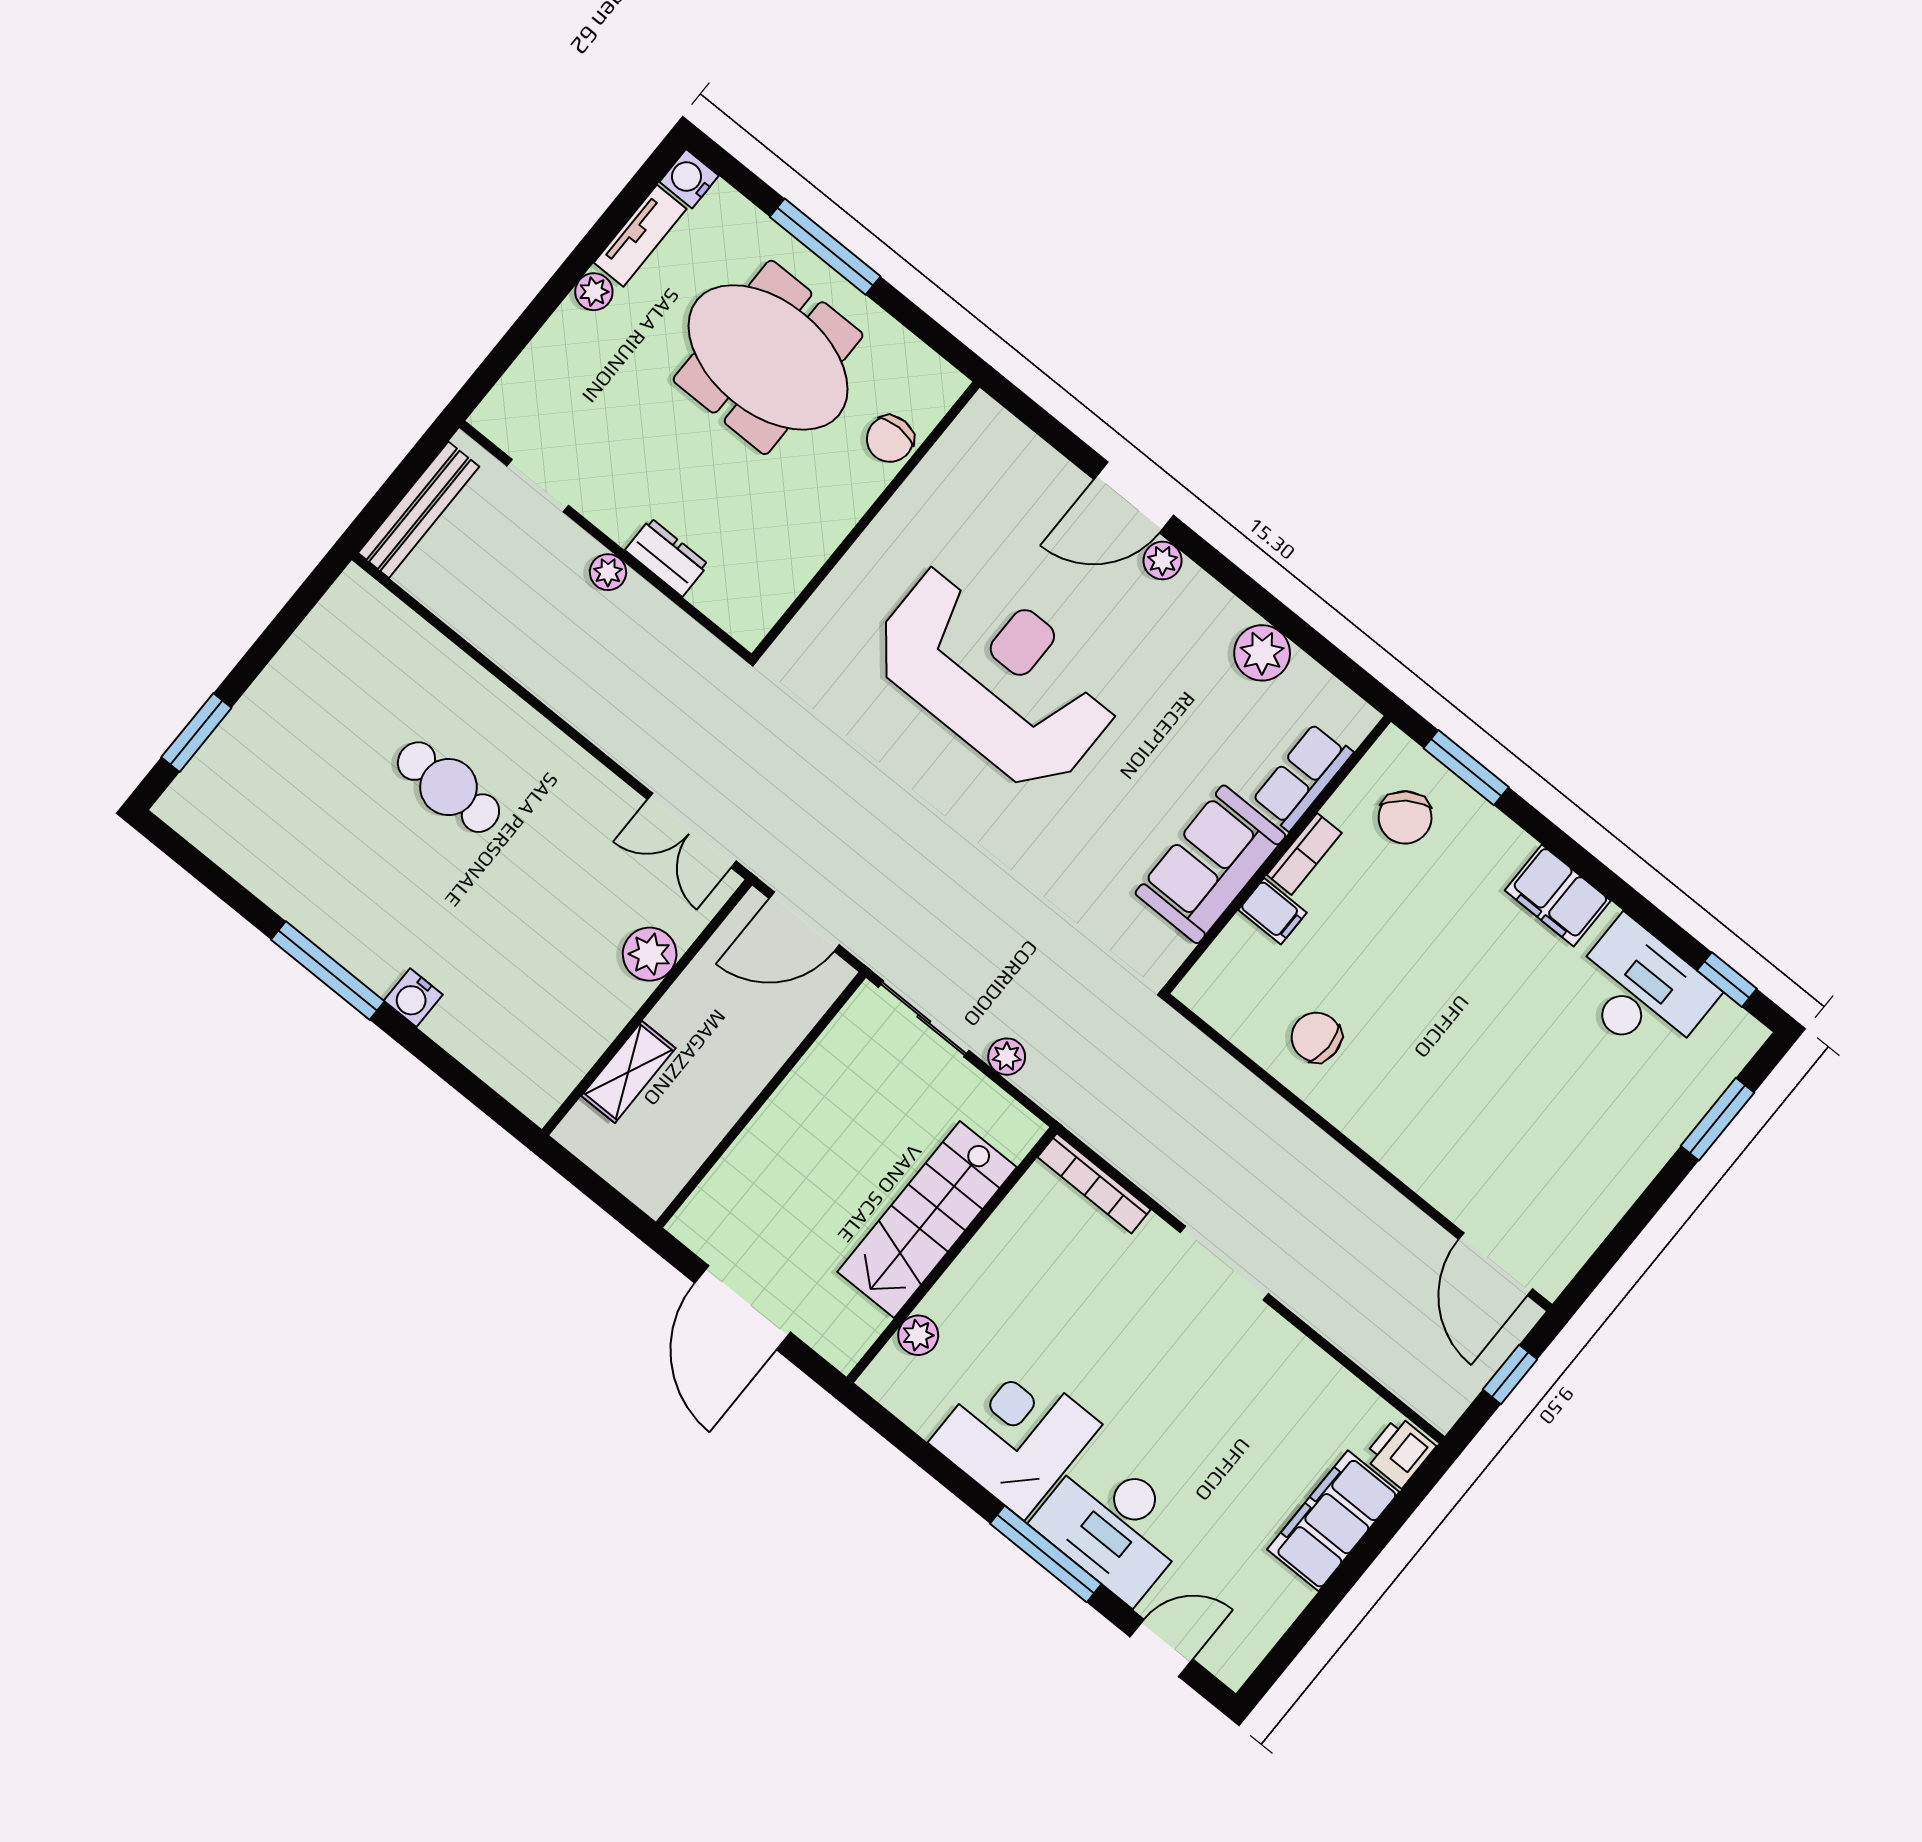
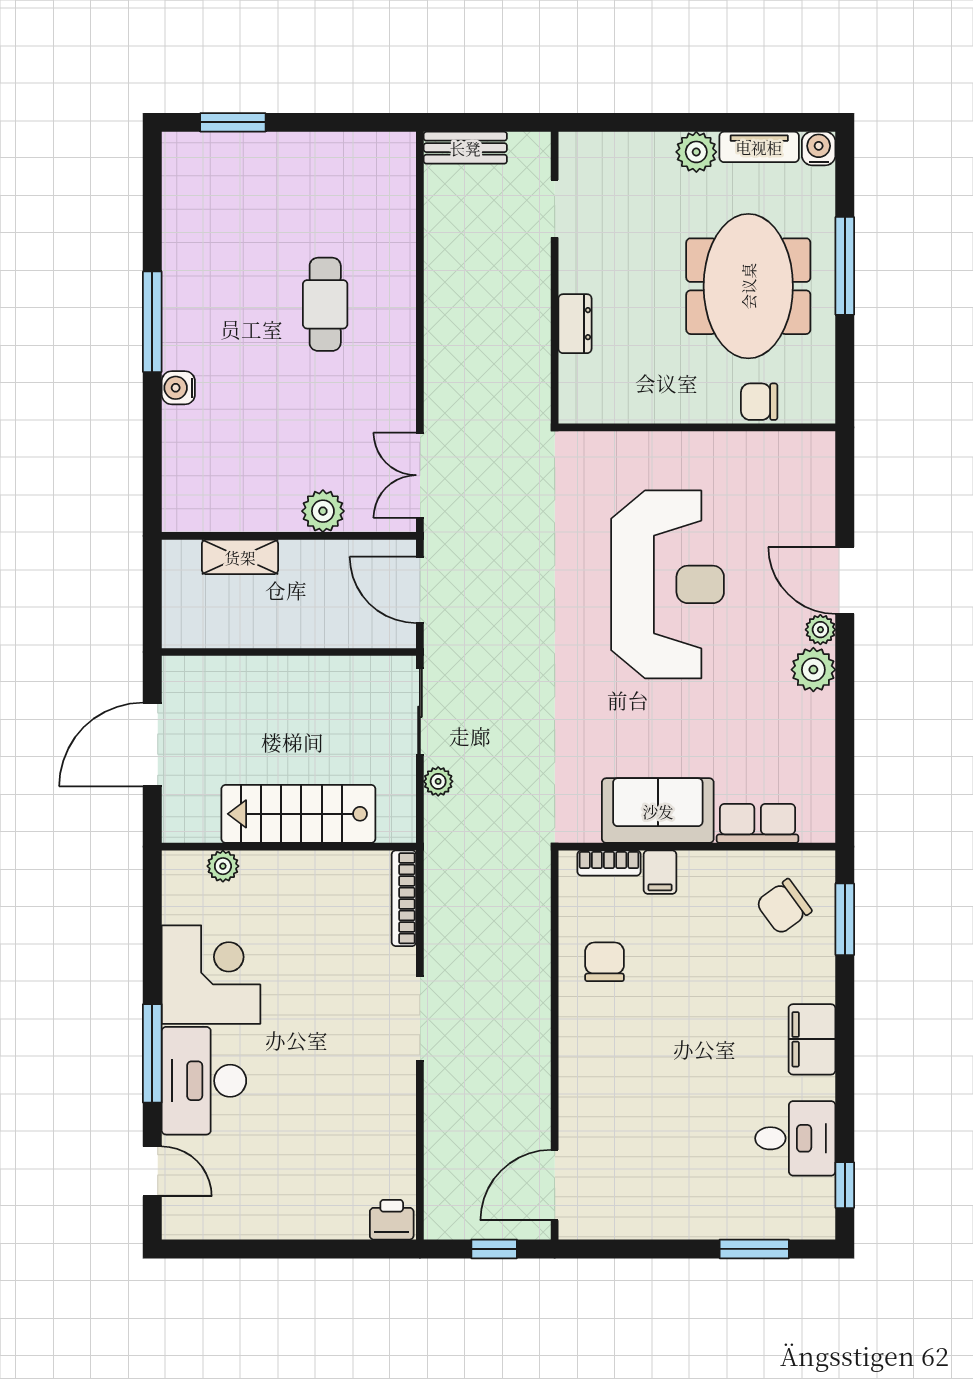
plant: (594, 292) -> (696, 152), width x1.38, depth x1.38
bench: (419, 510) -> (465, 148), width x0.73
plant: (608, 572) -> (537, 295), removed
plant: (1262, 653) -> (813, 670), moved
bookcase: (1304, 854) -> (609, 863), moved
desk: (1642, 991) -> (795, 1138), width x0.73
filing cabinet: (1333, 1521) -> (316, 1213), removed

